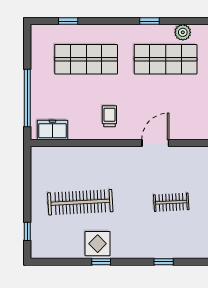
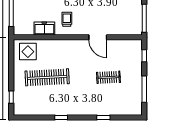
freezer: (52, 130) -> (44, 29), moved
door: (155, 143) -> (98, 37), swing flipped
display table: (98, 244) -> (28, 52), moved

